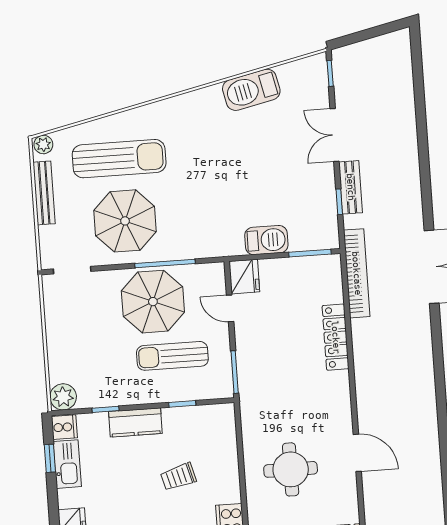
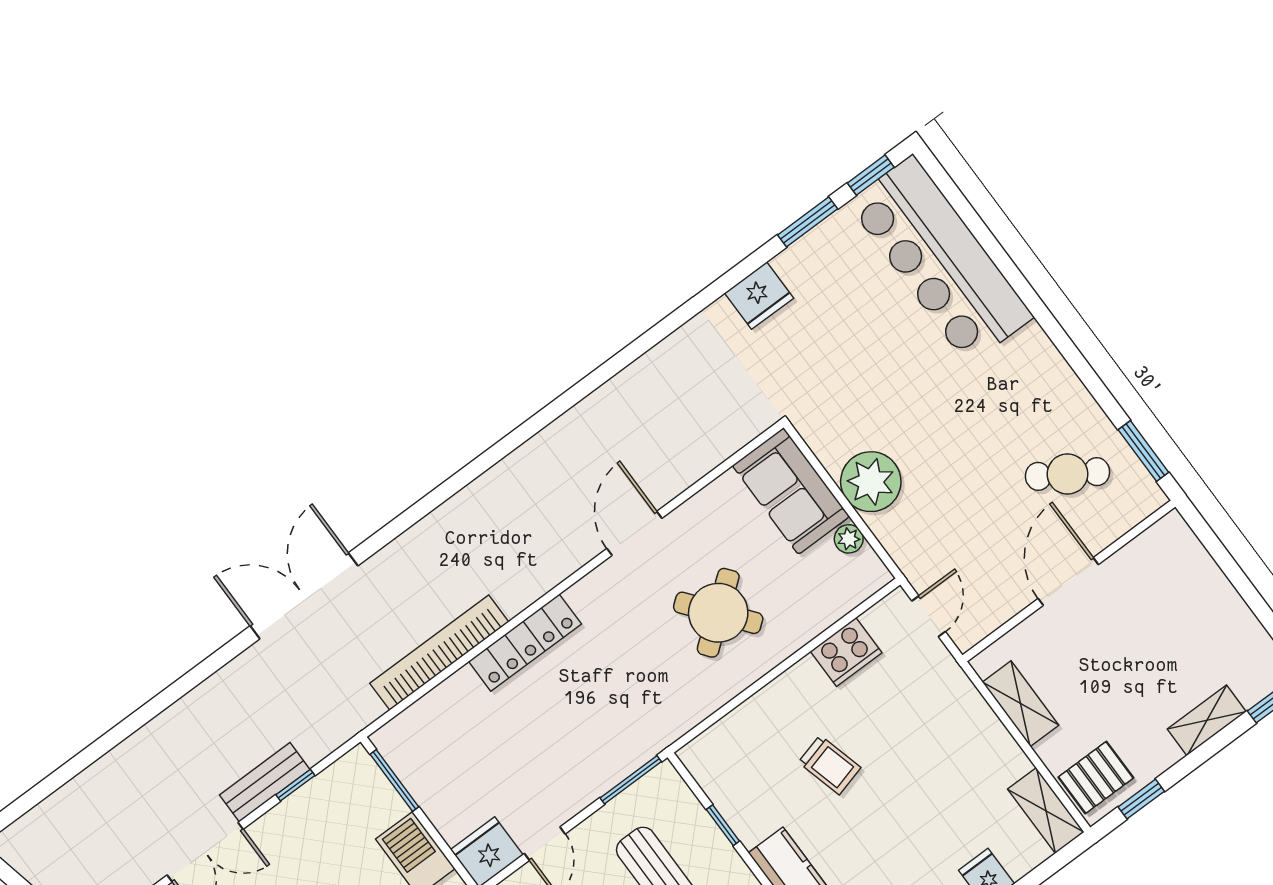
bookcase: (357, 273) -> (439, 653), moved
locker: (336, 337) -> (525, 643), moved
round table: (291, 469) -> (718, 613), turned -38

